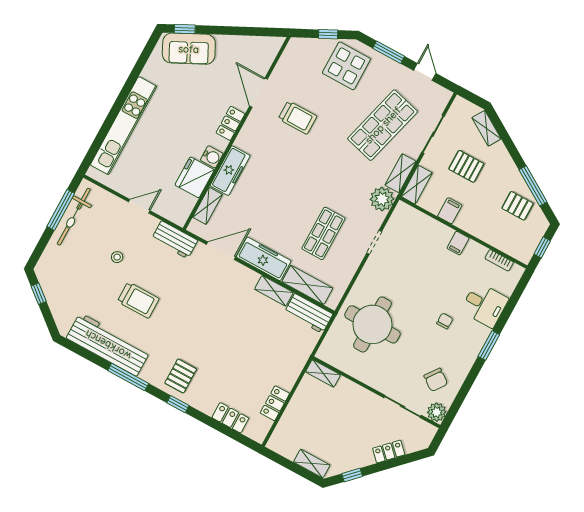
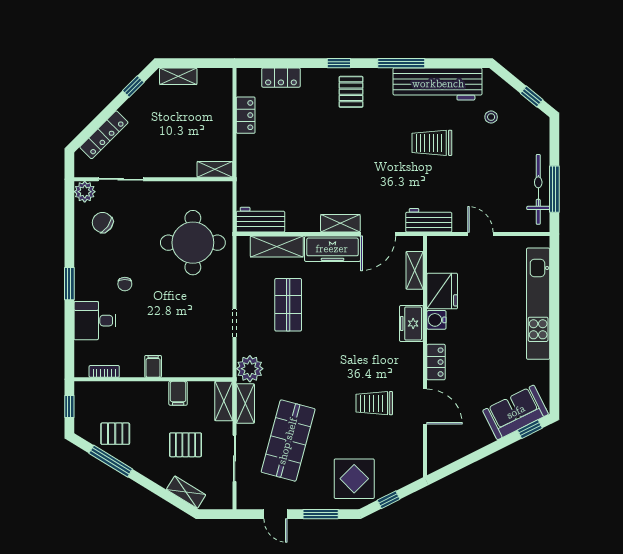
freezer: (230, 171) -> (411, 323), width x0.71
door: (139, 206) -> (480, 234), swing flipped
stool: (117, 257) -> (491, 117), moved
shelving: (274, 291) -> (340, 223), moved
locker: (389, 451) -> (104, 135), width x1.53

